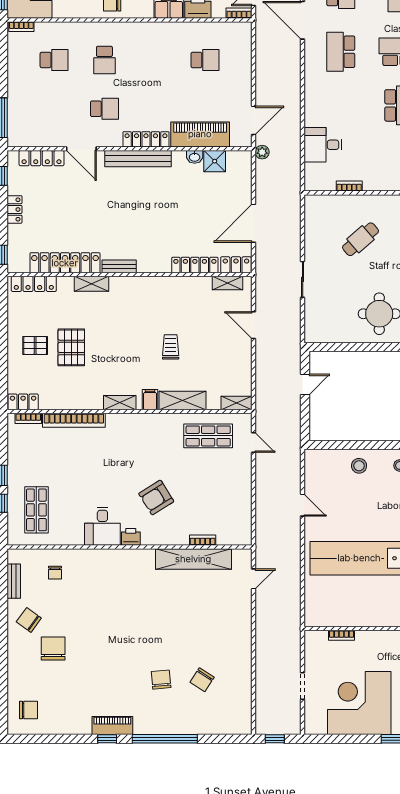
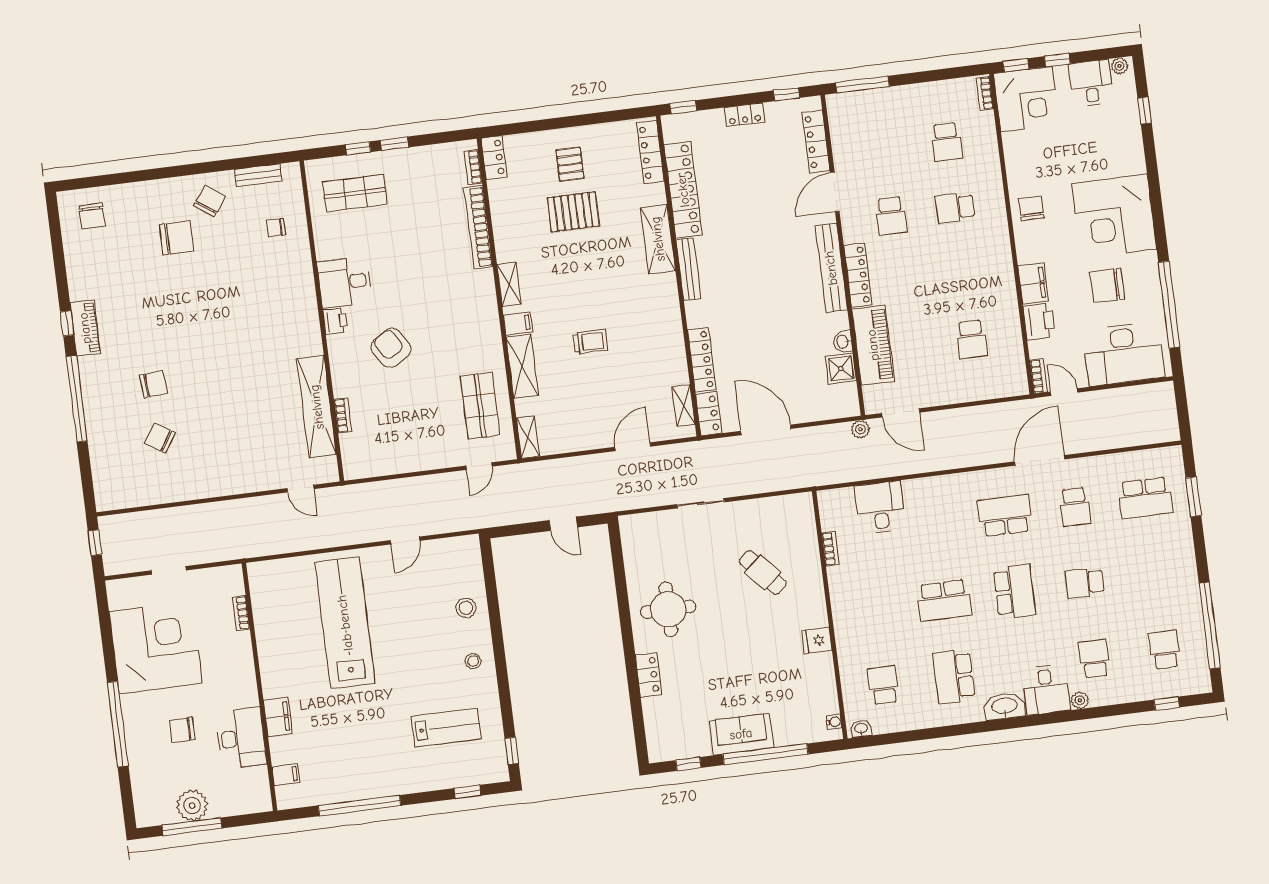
bench: (119, 266) -> (688, 269), width x1.36
shelving: (91, 284) -> (658, 239), width x1.50, depth x1.33

